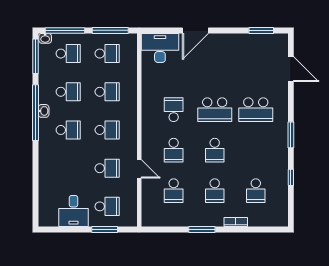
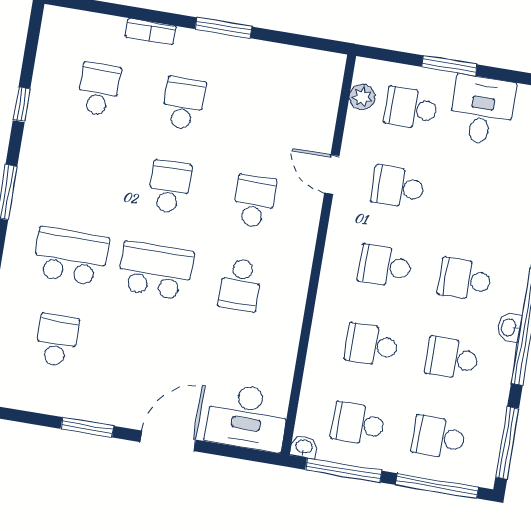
window: (261, 30) -> (87, 427), moved
washbasin: (45, 38) -> (304, 447), moved
school desk: (174, 191) -> (57, 340), moved
plant: (131, 208) -> (362, 97), added
window: (105, 229) -> (449, 66), moved

